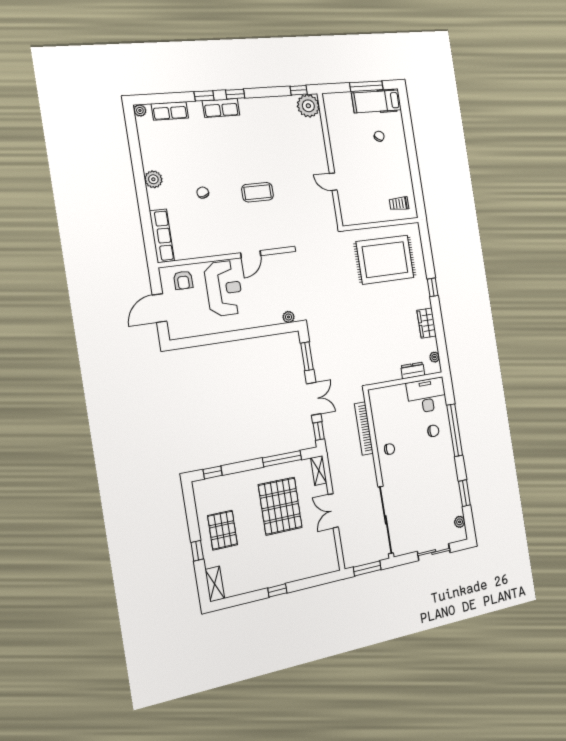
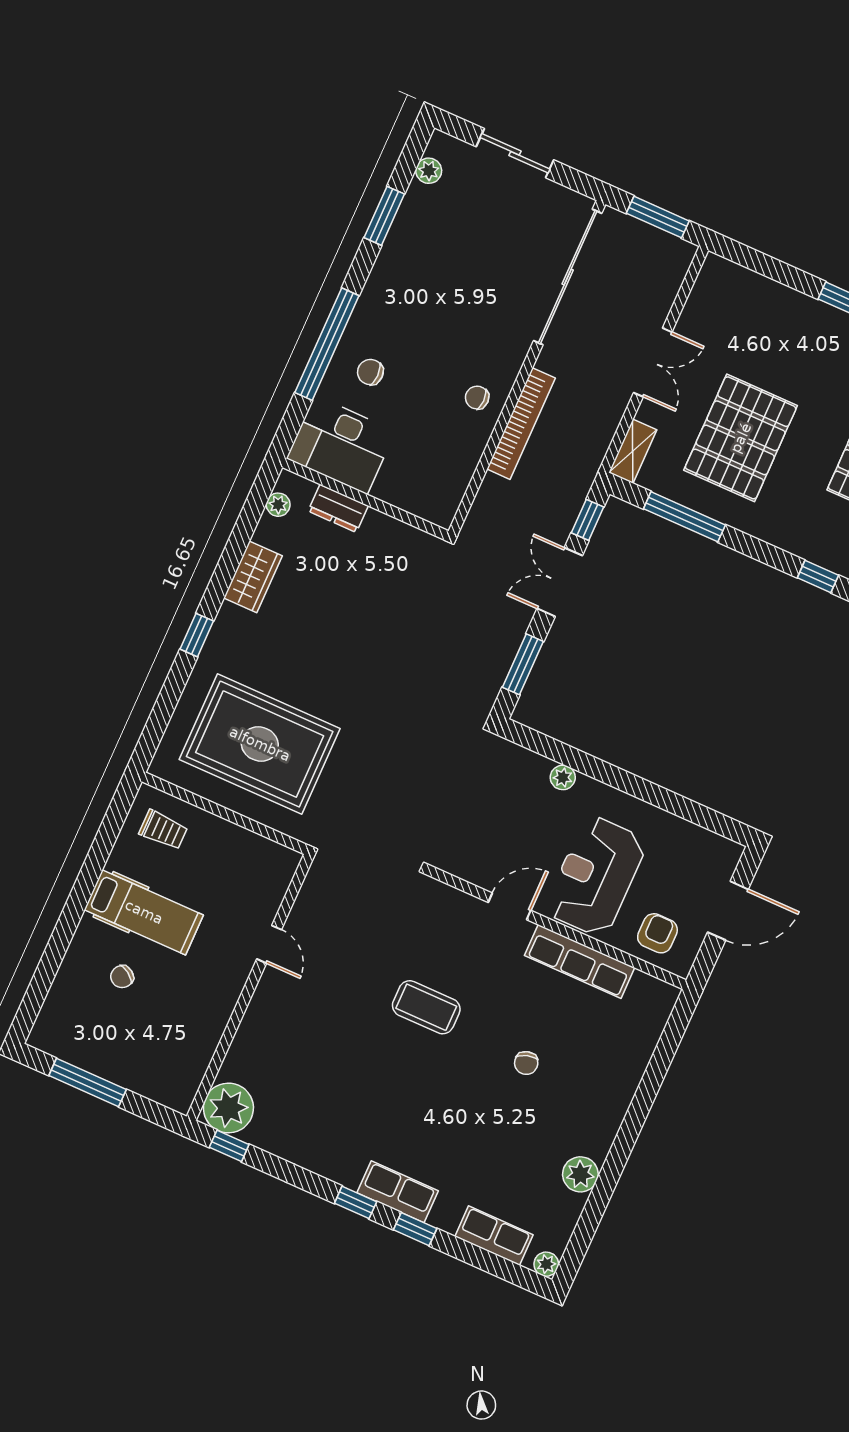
hospital bed: (376, 101) -> (144, 912), moved
plant: (153, 179) -> (580, 1174), moved
row of seats: (162, 236) -> (580, 962), moved, turned -90
plant: (289, 317) -> (563, 777), moved
bookcase: (364, 429) -> (521, 424), moved

